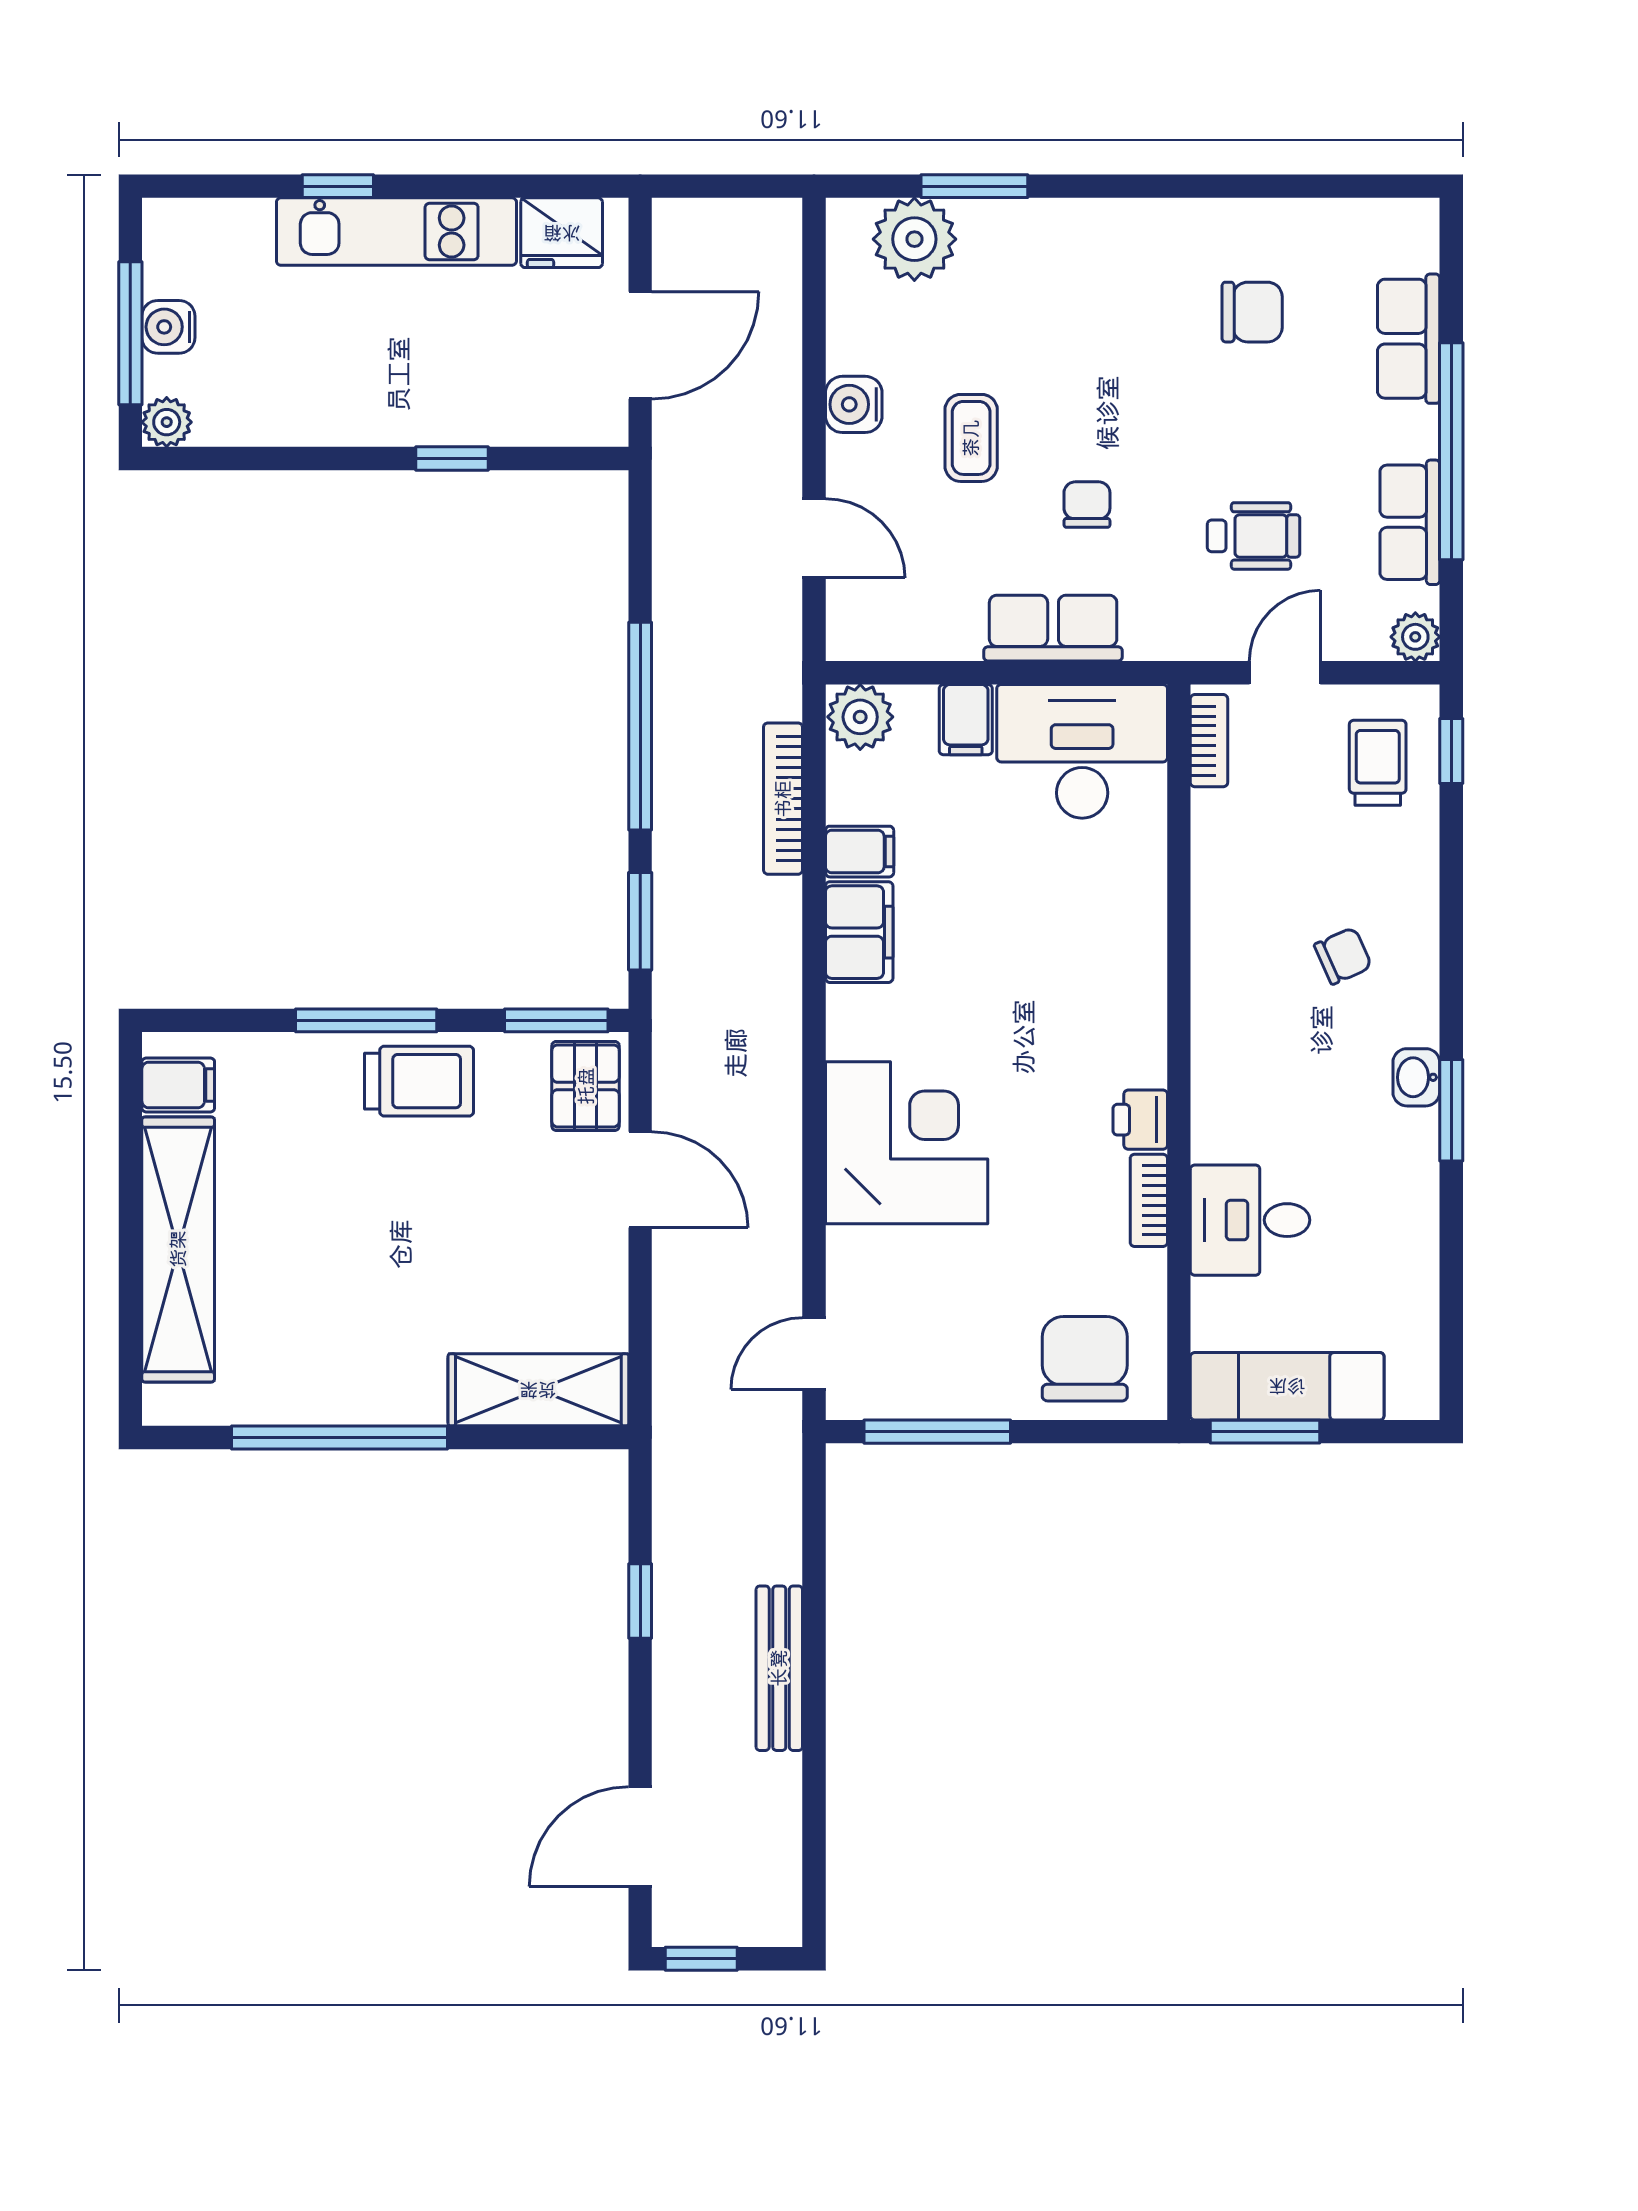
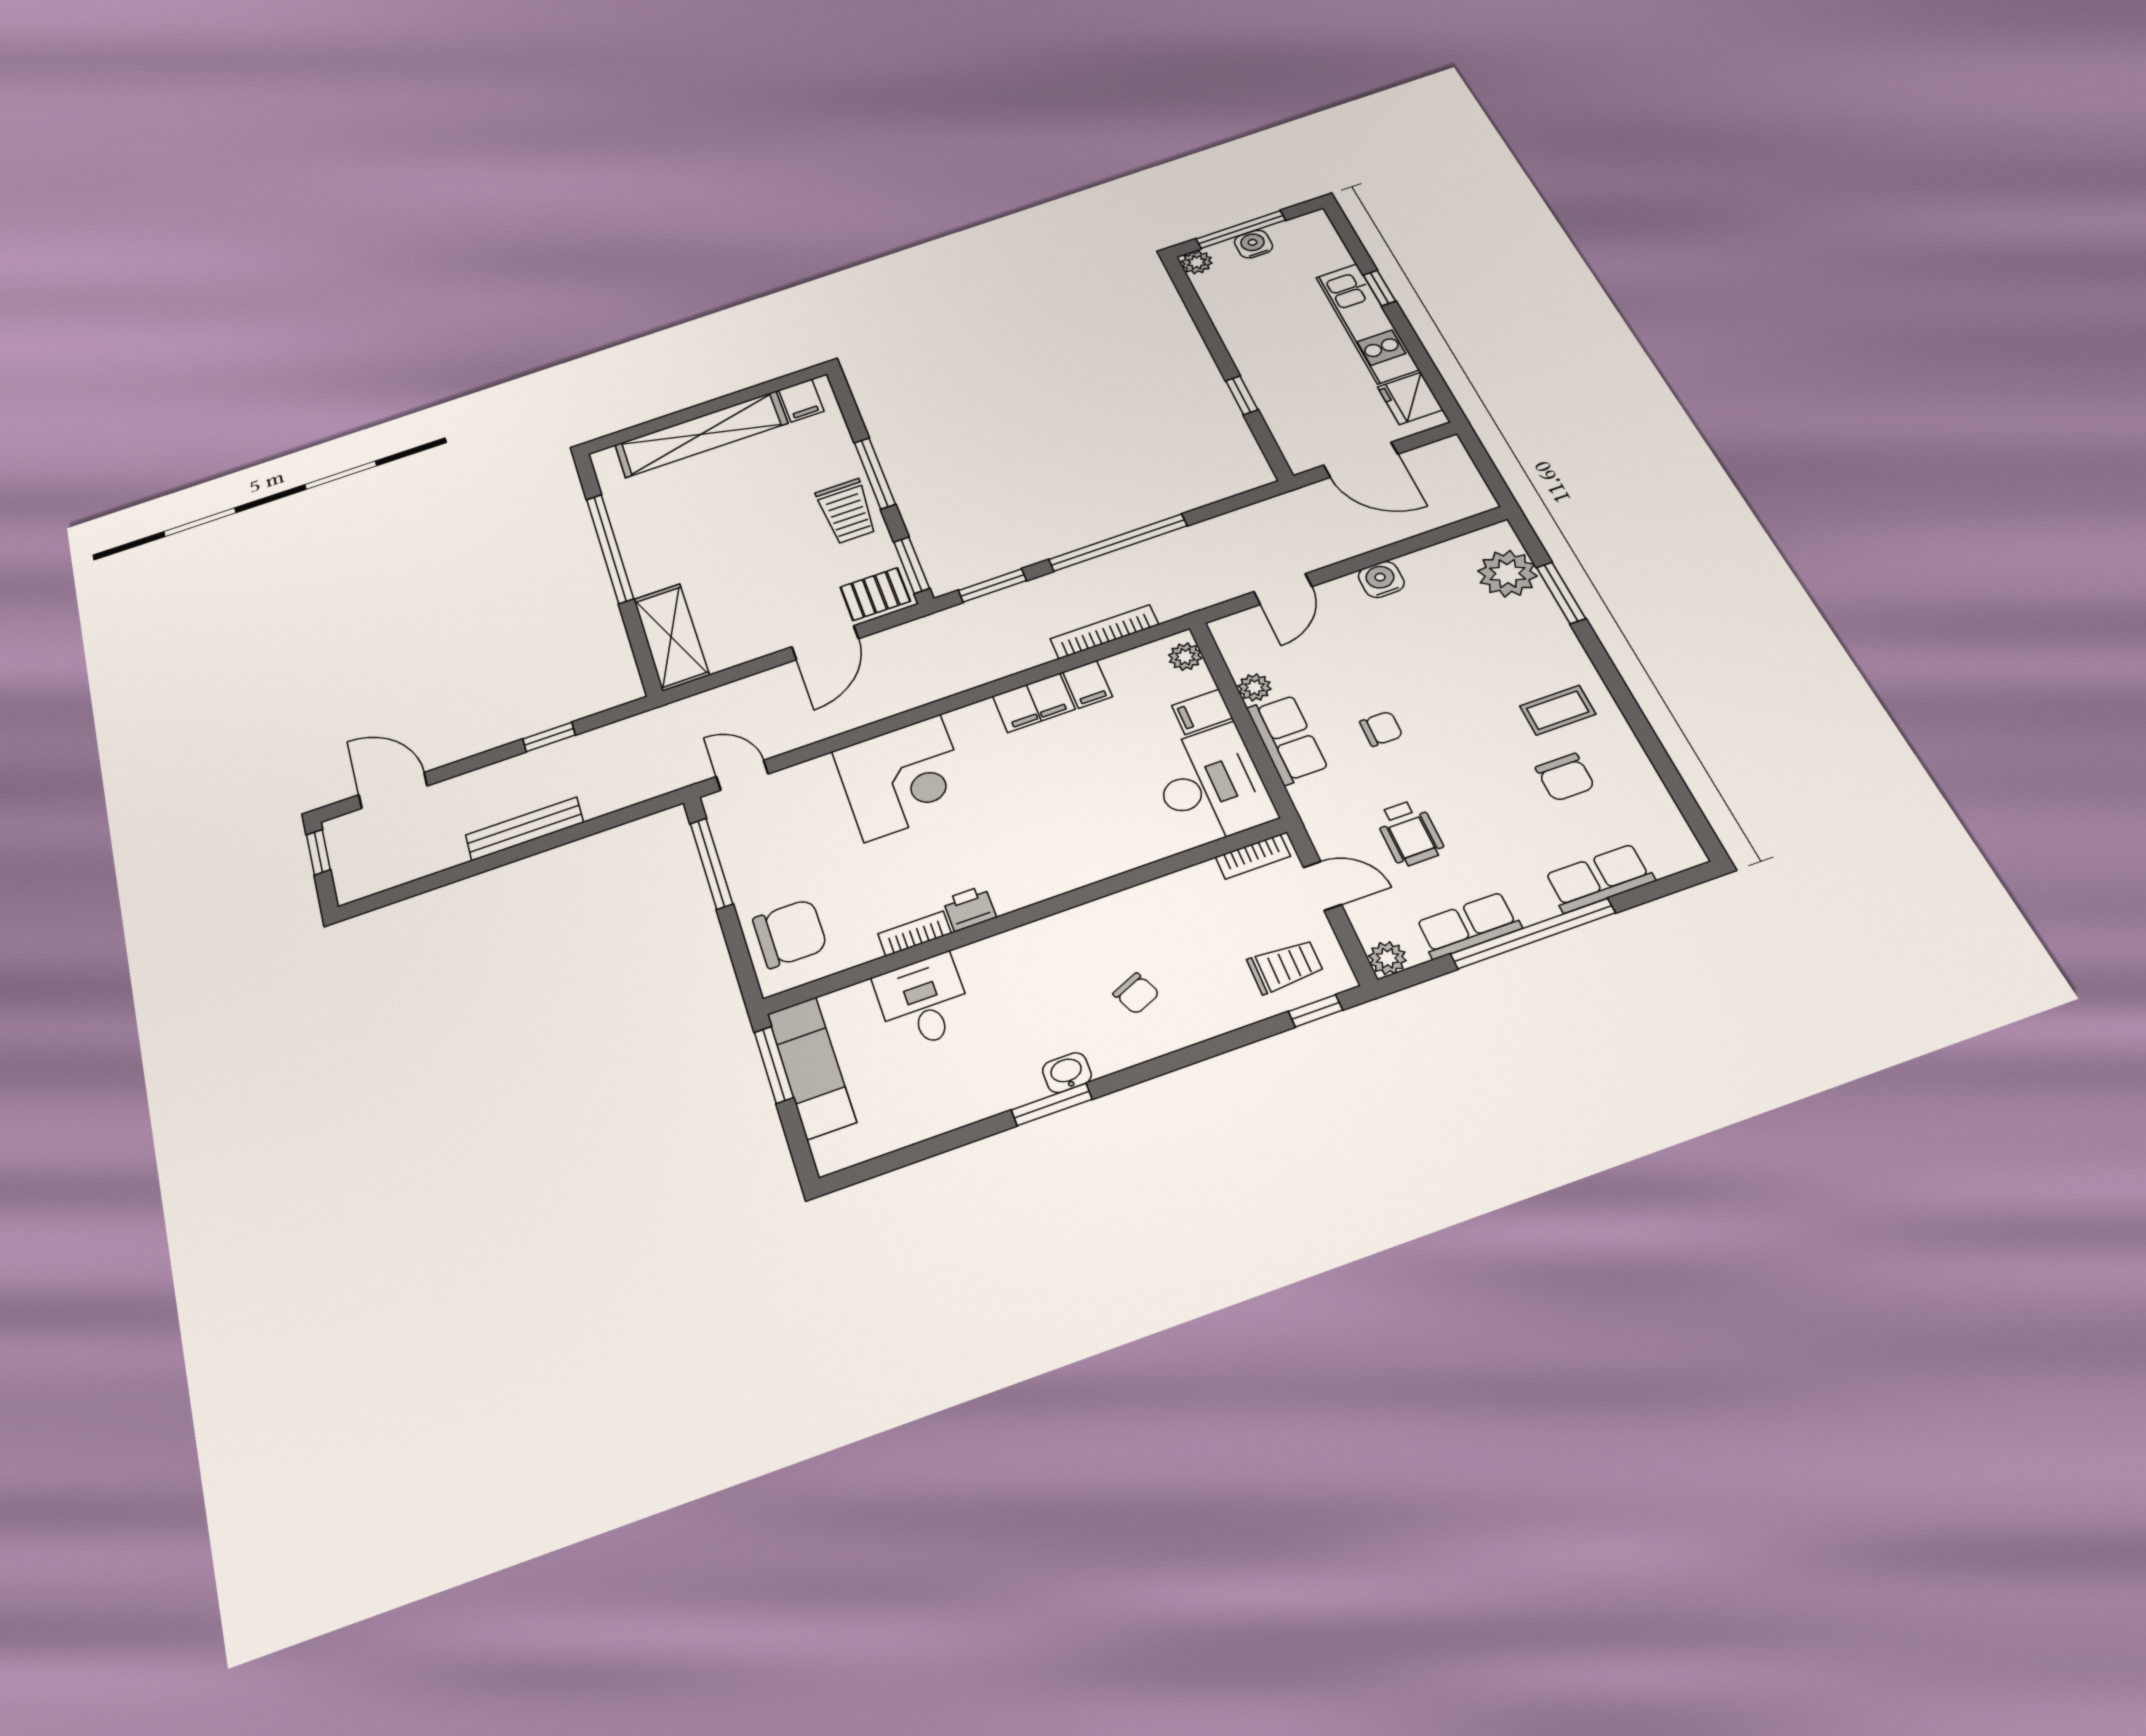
coffee table: (971, 438) -> (1558, 710), moved
plant: (956, 638) -> (1254, 687), added
plant: (860, 717) -> (1185, 657), width x0.73, depth x0.73

